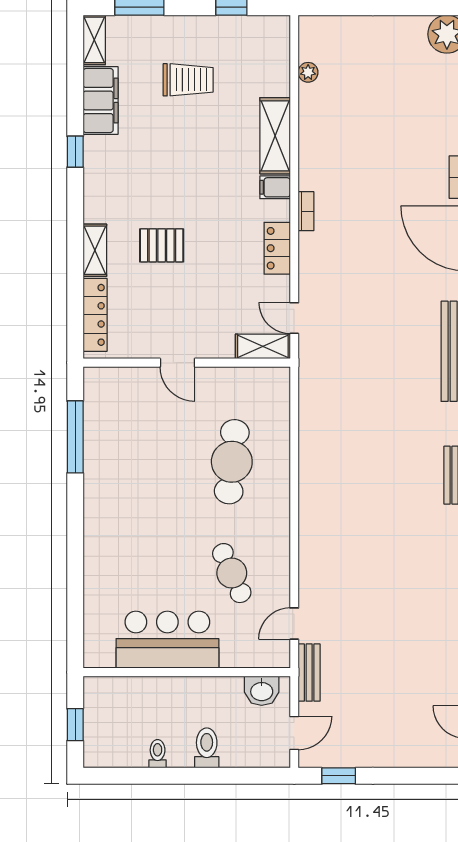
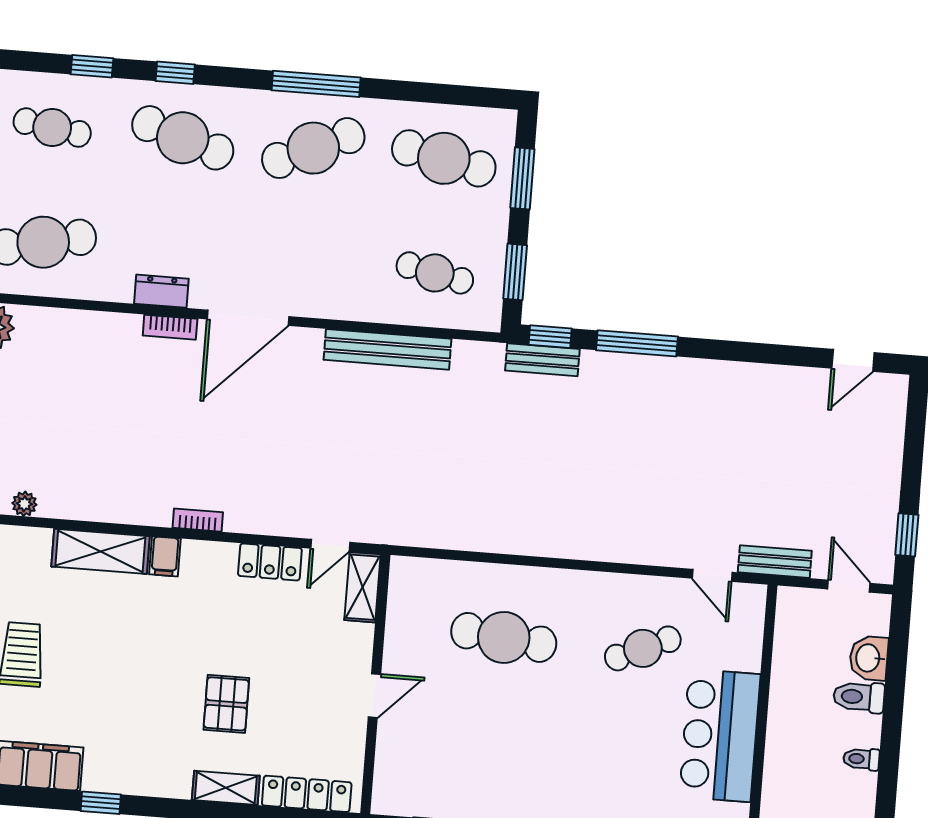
locker: (277, 248) -> (270, 562), moved
washbasin: (262, 691) -> (869, 658), moved, turned 180

